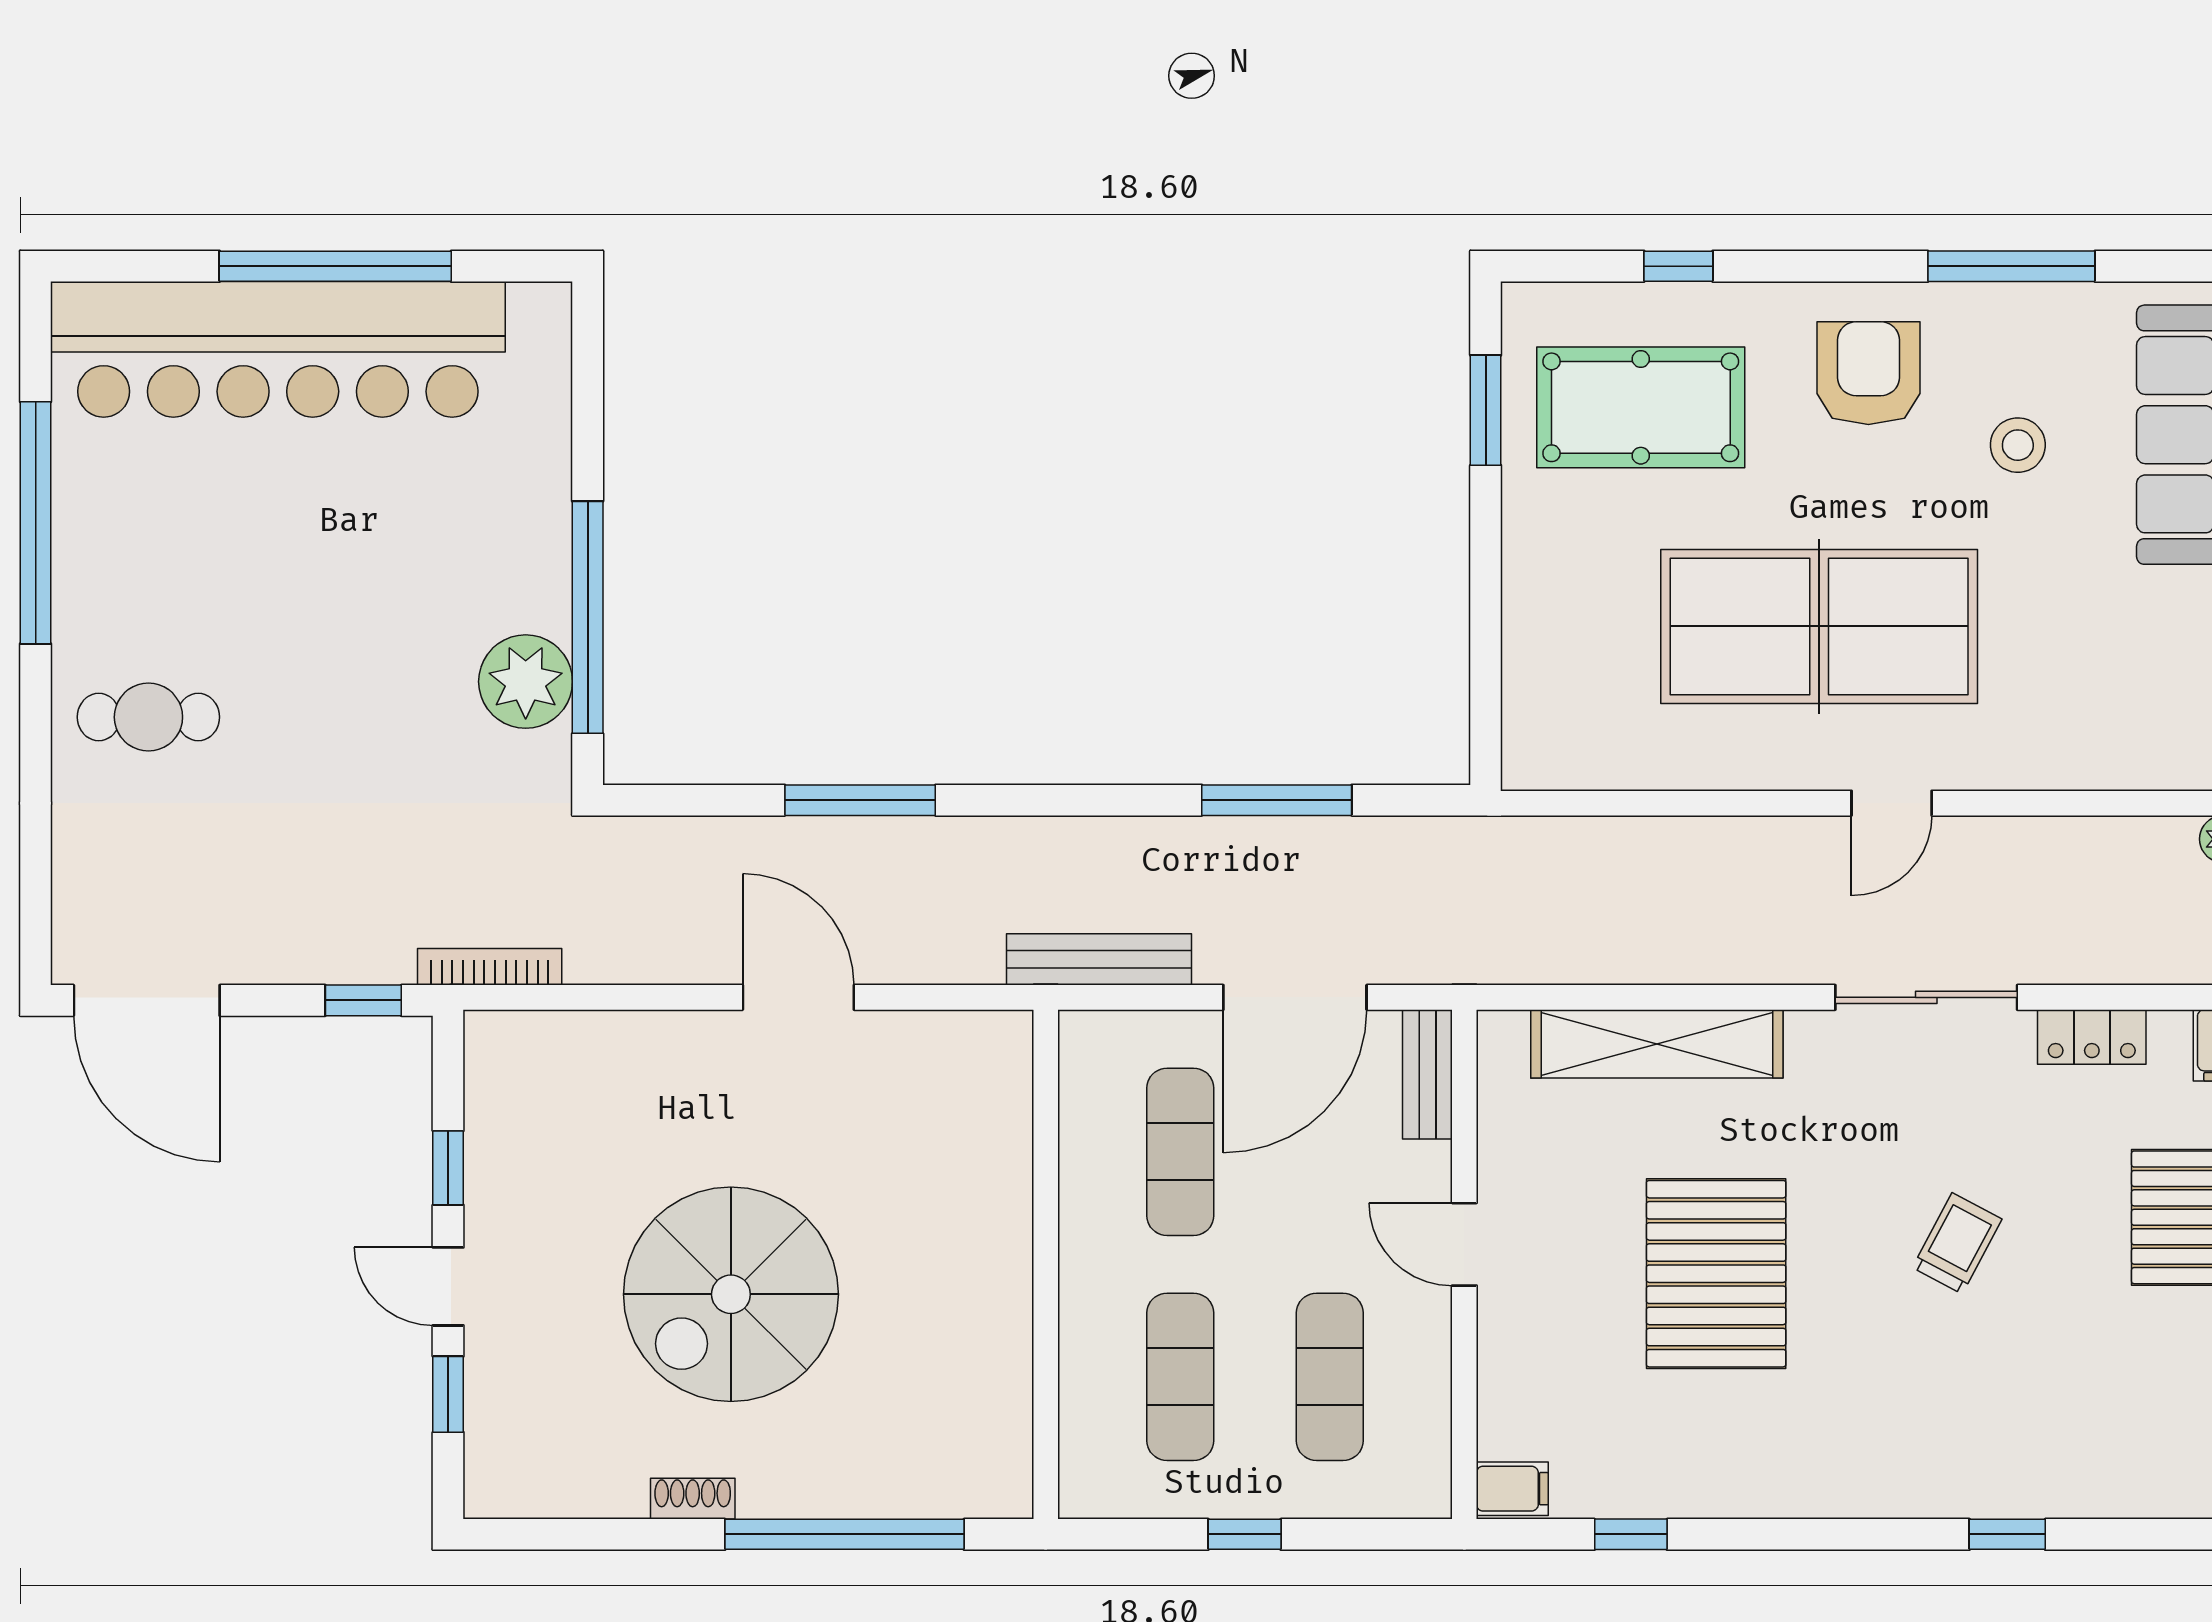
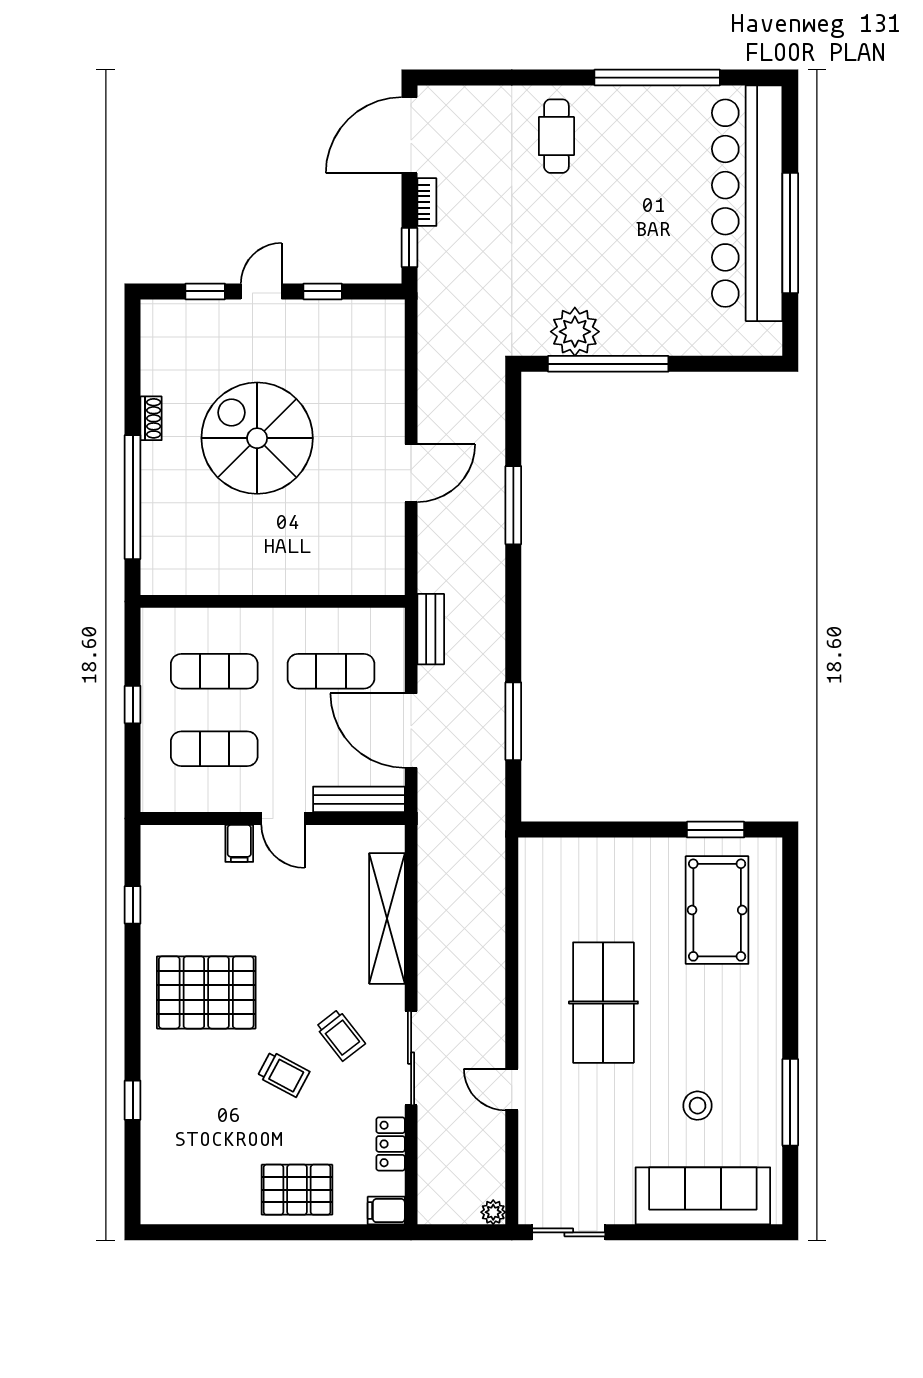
window: (1678, 266) -> (790, 930), removed
armchair: (1868, 373) -> (735, 1028), removed
table tennis table: (1819, 626) -> (603, 1003), width x0.73, depth x0.76
door: (1892, 803) -> (512, 1090), moved
bench: (1099, 959) -> (431, 629), width x0.73
bookcase: (490, 967) -> (427, 202), moved, width x0.64
bench: (1427, 1074) -> (359, 799), width x1.36
trolley: (1882, 1133) -> (341, 1035), added
door: (1464, 1244) -> (283, 819), swing flipped
pallet: (1716, 1274) -> (206, 992), moved
filing cabinet: (1512, 1489) -> (239, 843), moved

